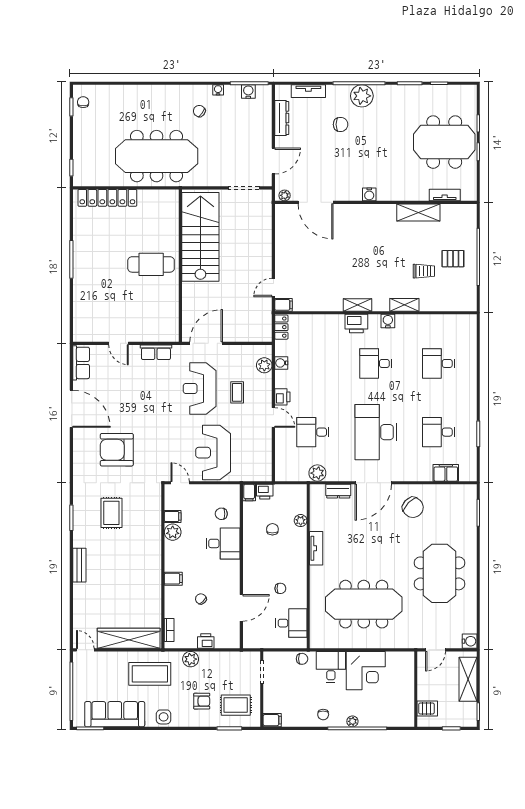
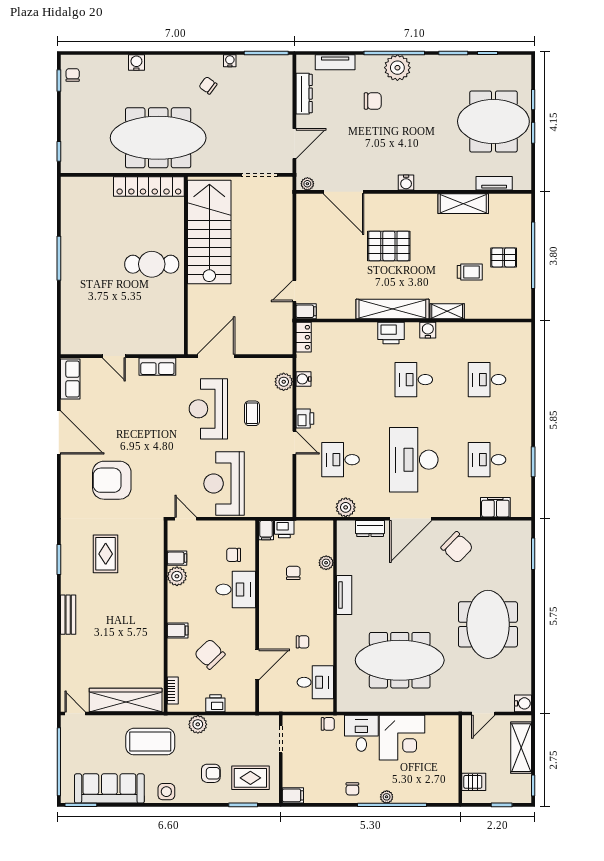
water cooler: (248, 91) -> (136, 63), moved
locker: (107, 198) -> (149, 187), moved
pallet: (354, 249) -> (389, 246), added
shelving: (358, 305) -> (392, 309), width x2.20, depth x1.33
chair: (201, 599) -> (210, 654), width x1.87, depth x1.87

